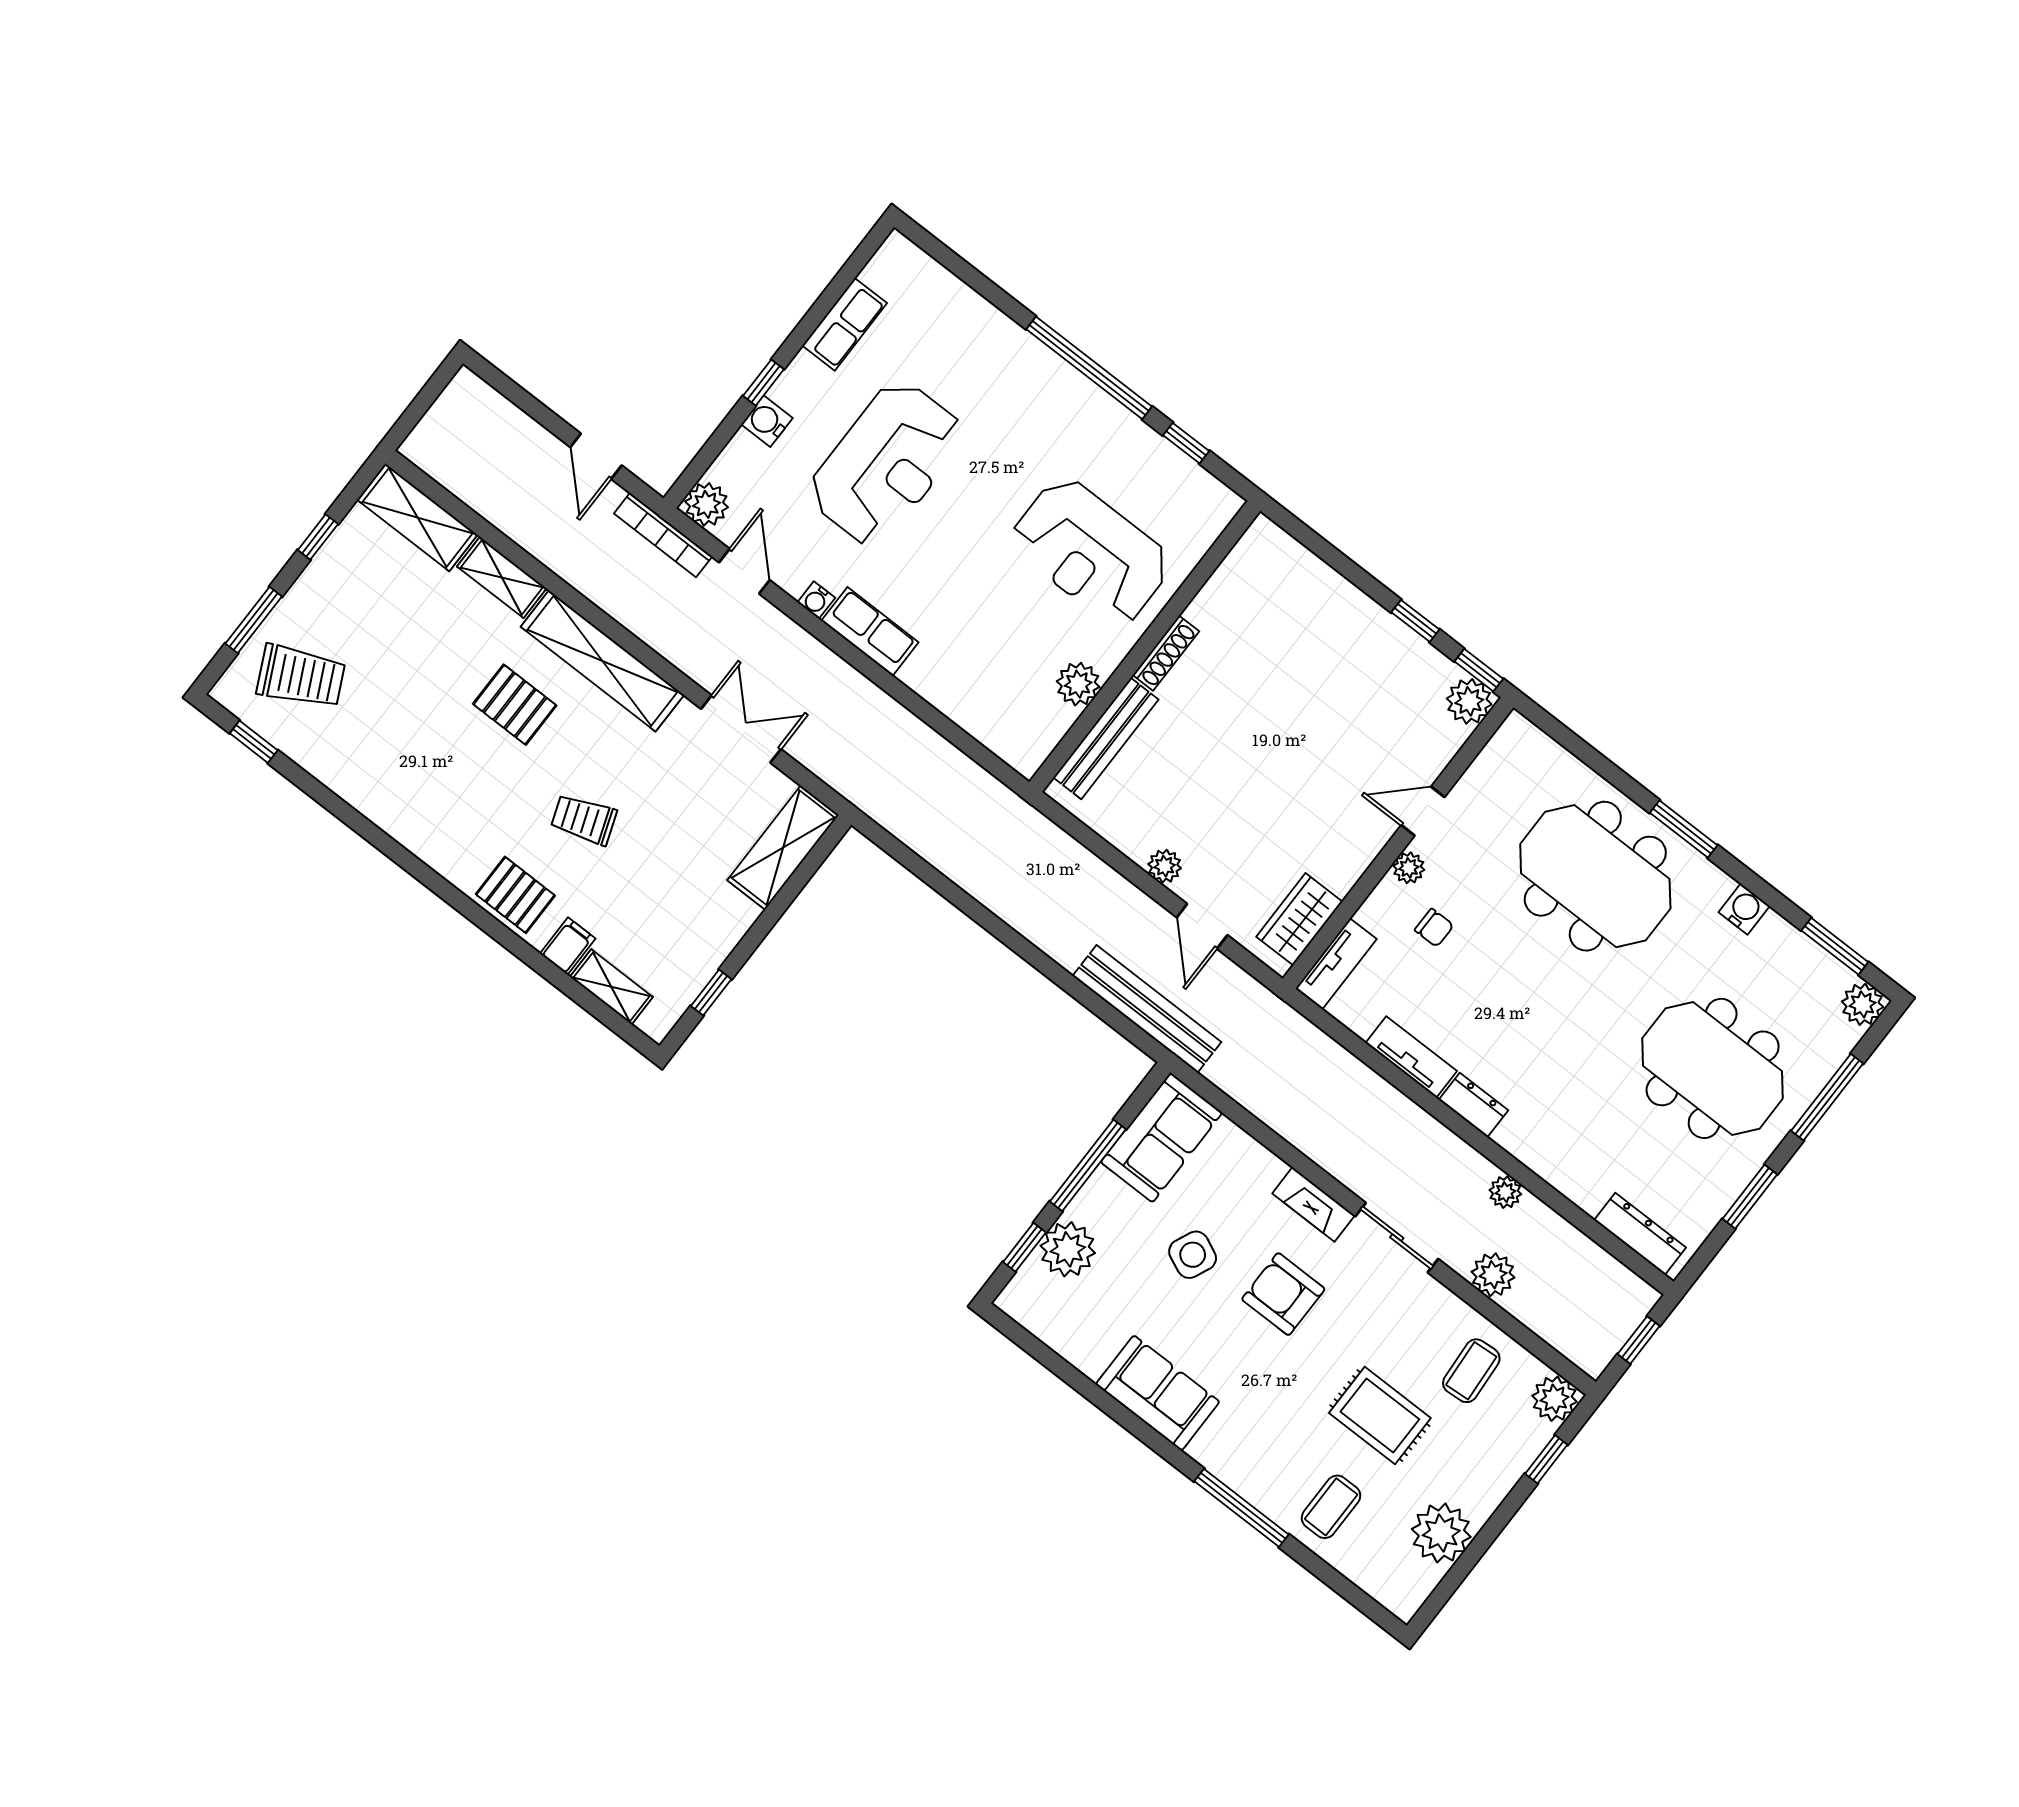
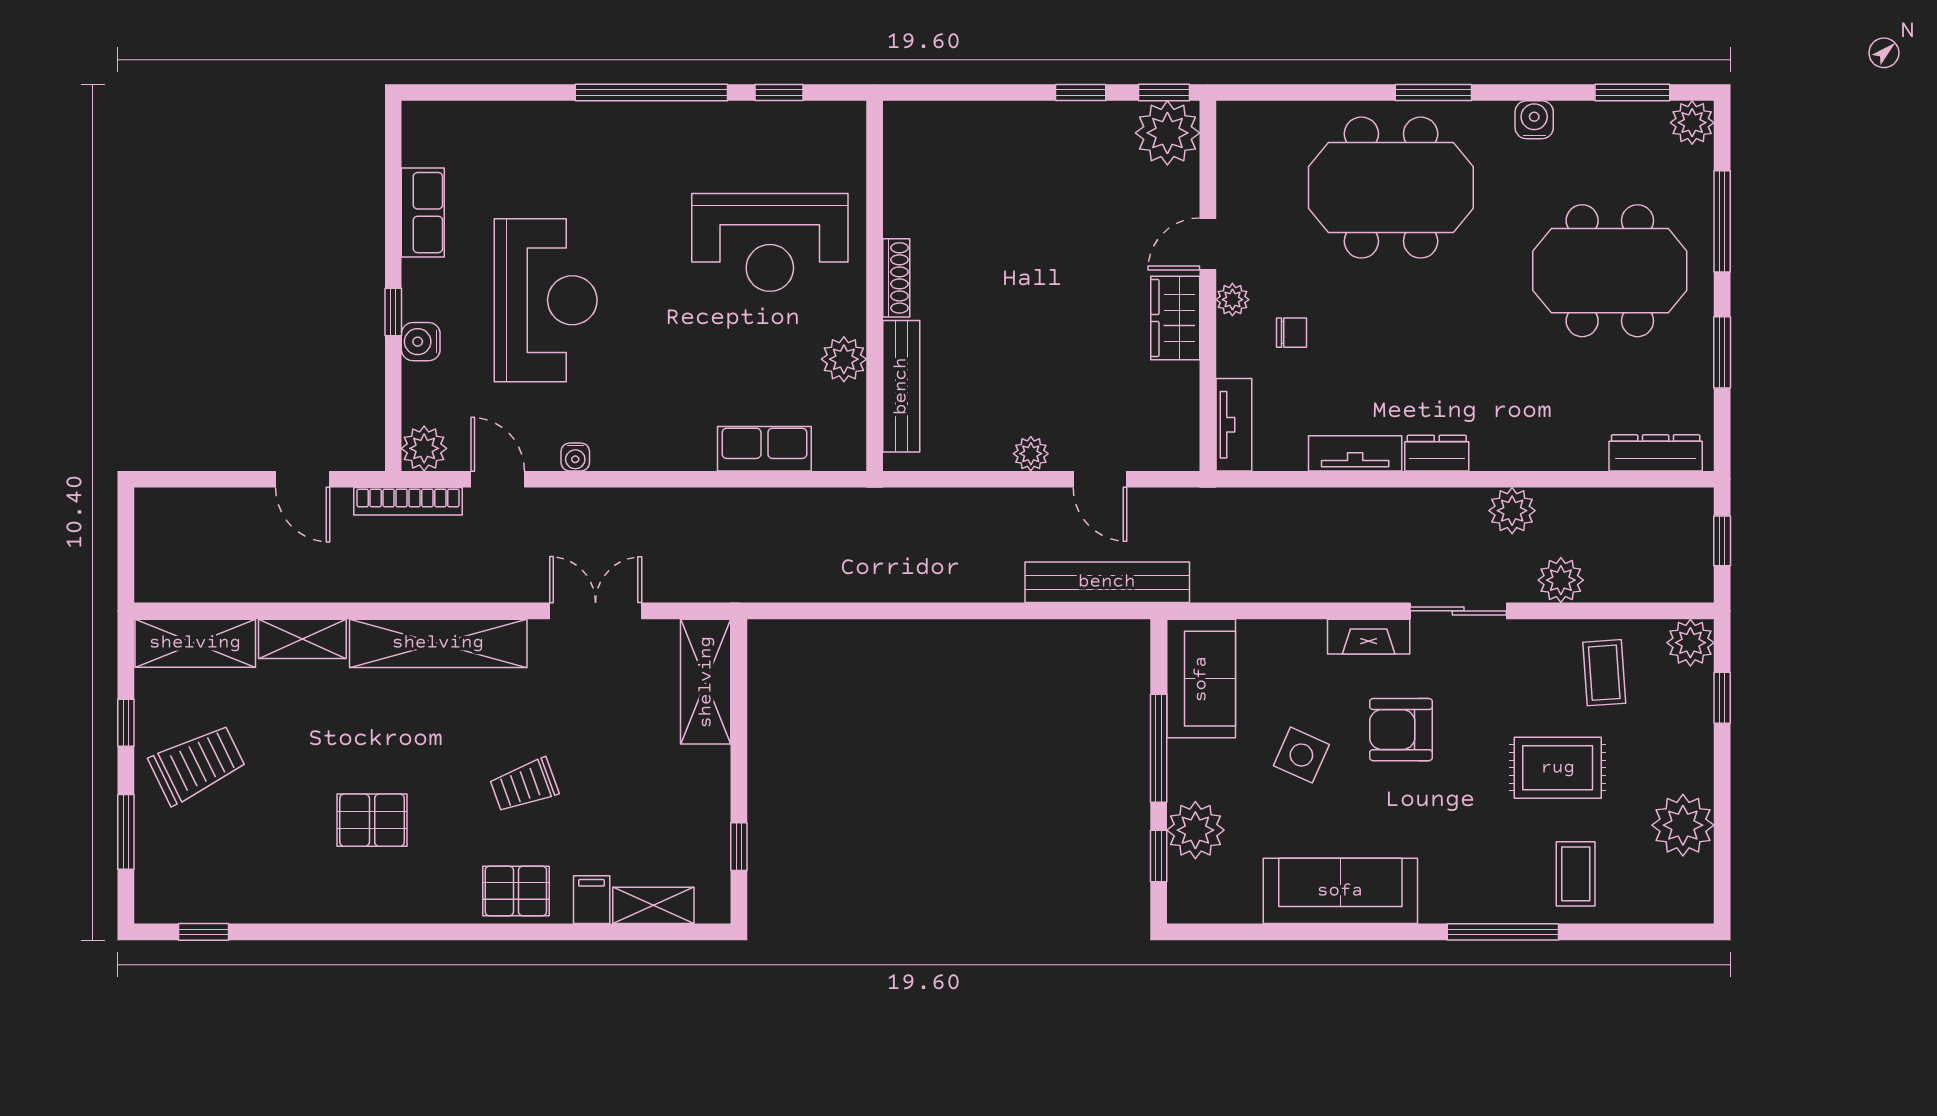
row of seats: (870, 631) -> (764, 449), moved
trolley: (301, 676) -> (197, 764), moved
plant: (1469, 701) -> (1167, 133), width x1.36, depth x1.36
pallet: (515, 705) -> (372, 820), moved
wardrobe: (1299, 919) -> (1175, 318), moved
plant: (1505, 1192) -> (1512, 511), width x1.38, depth x1.38
sofa: (1158, 1393) -> (1340, 891), width x1.36

